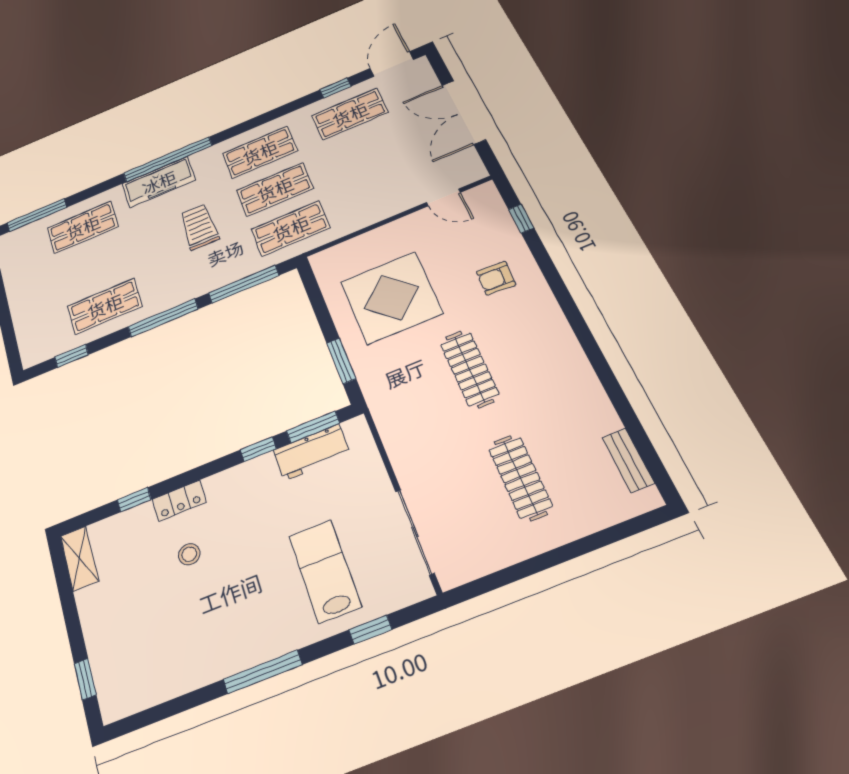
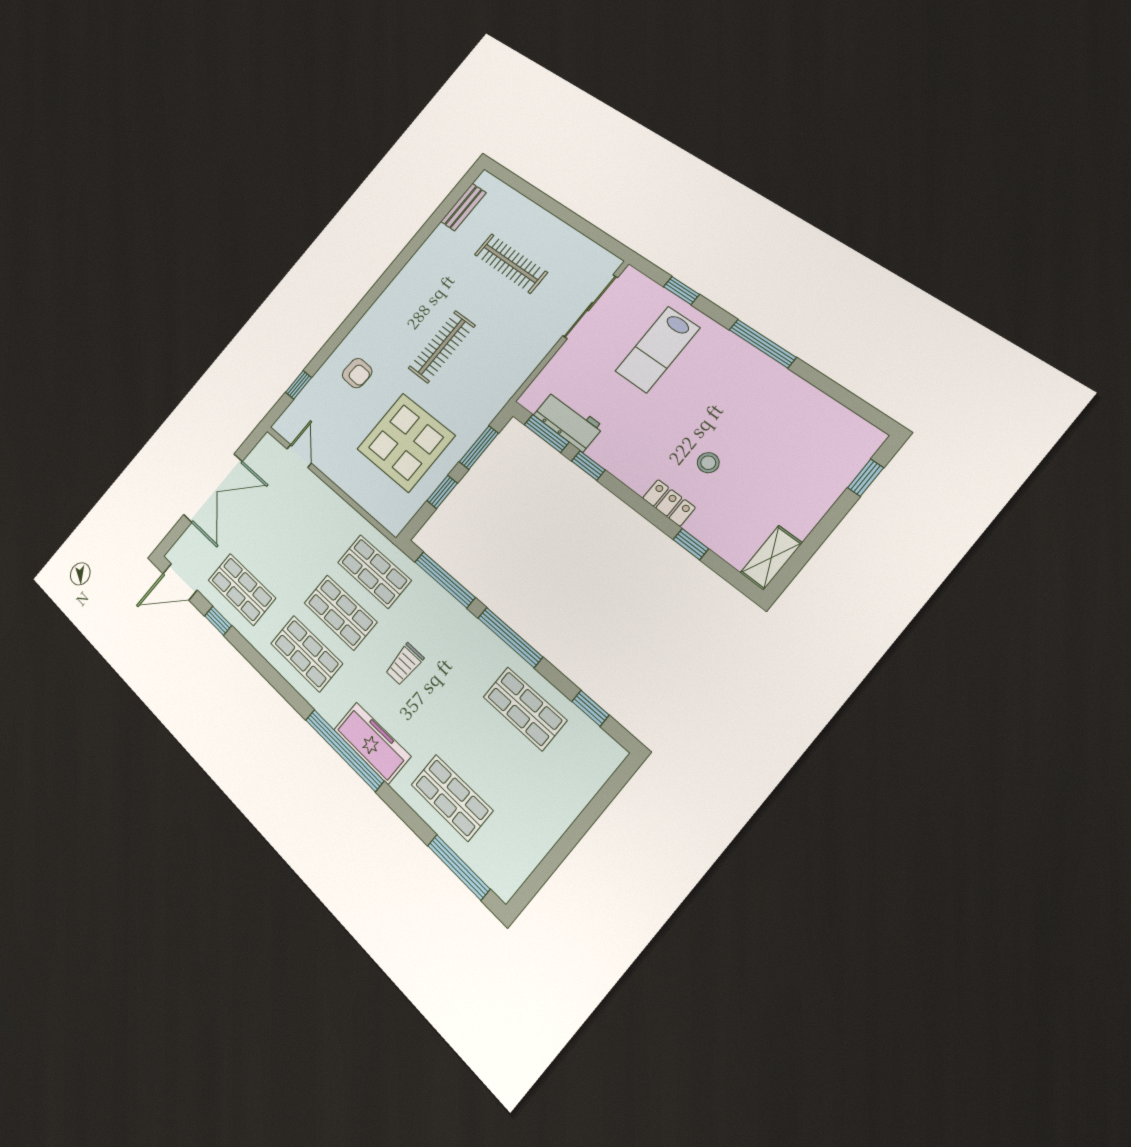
trolley: (199, 227) -> (404, 664), width x0.73, depth x0.72
window: (322, 312) -> (442, 492), added
clothes rail: (520, 478) -> (511, 263), turned 90

